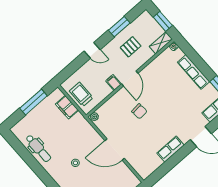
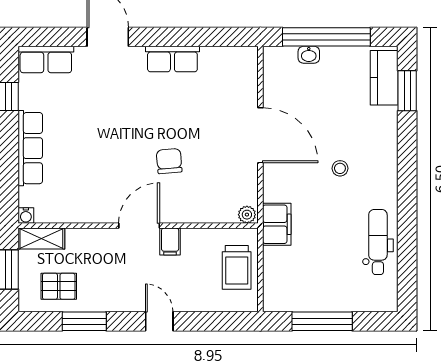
pallet: (131, 47) -> (59, 286), moved
filing cabinet: (67, 107) -> (277, 224), moved

